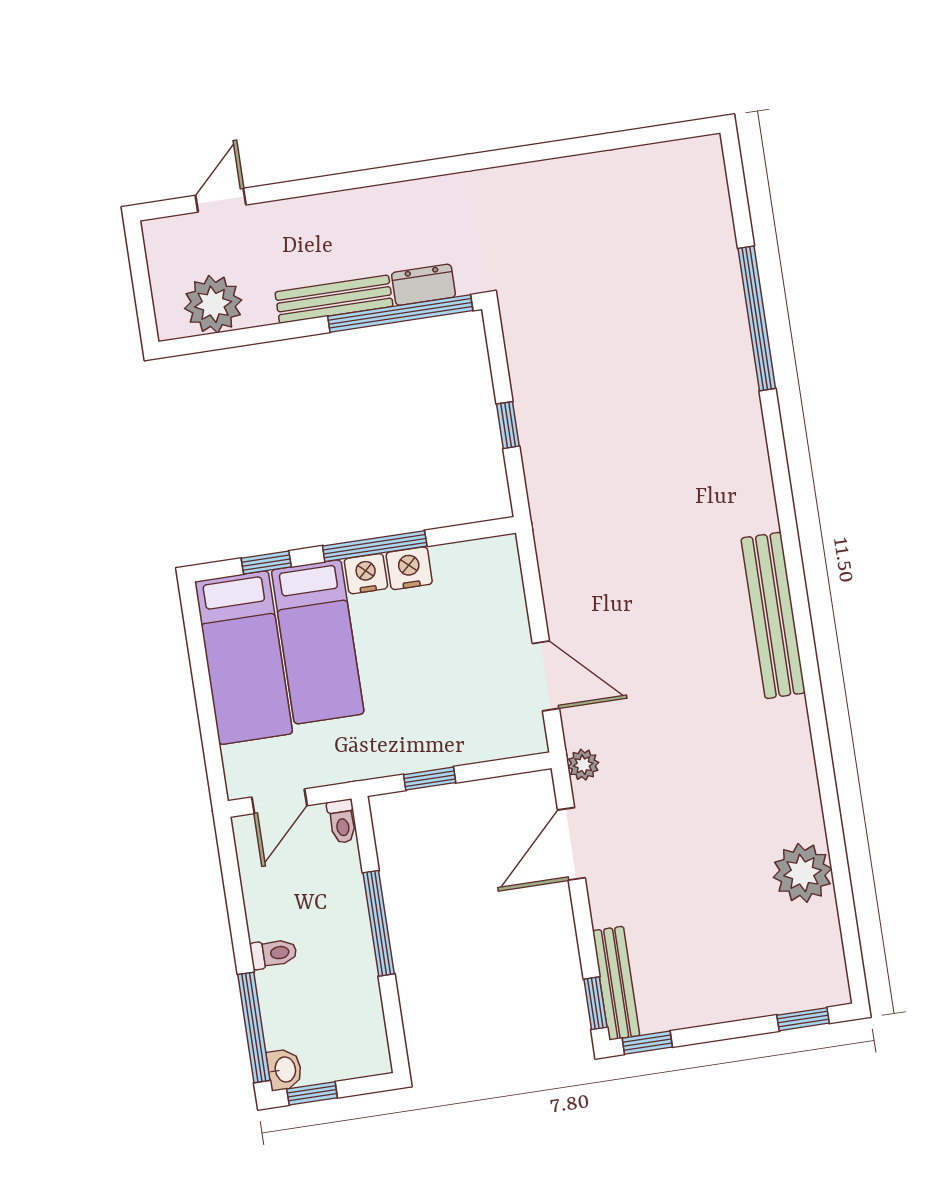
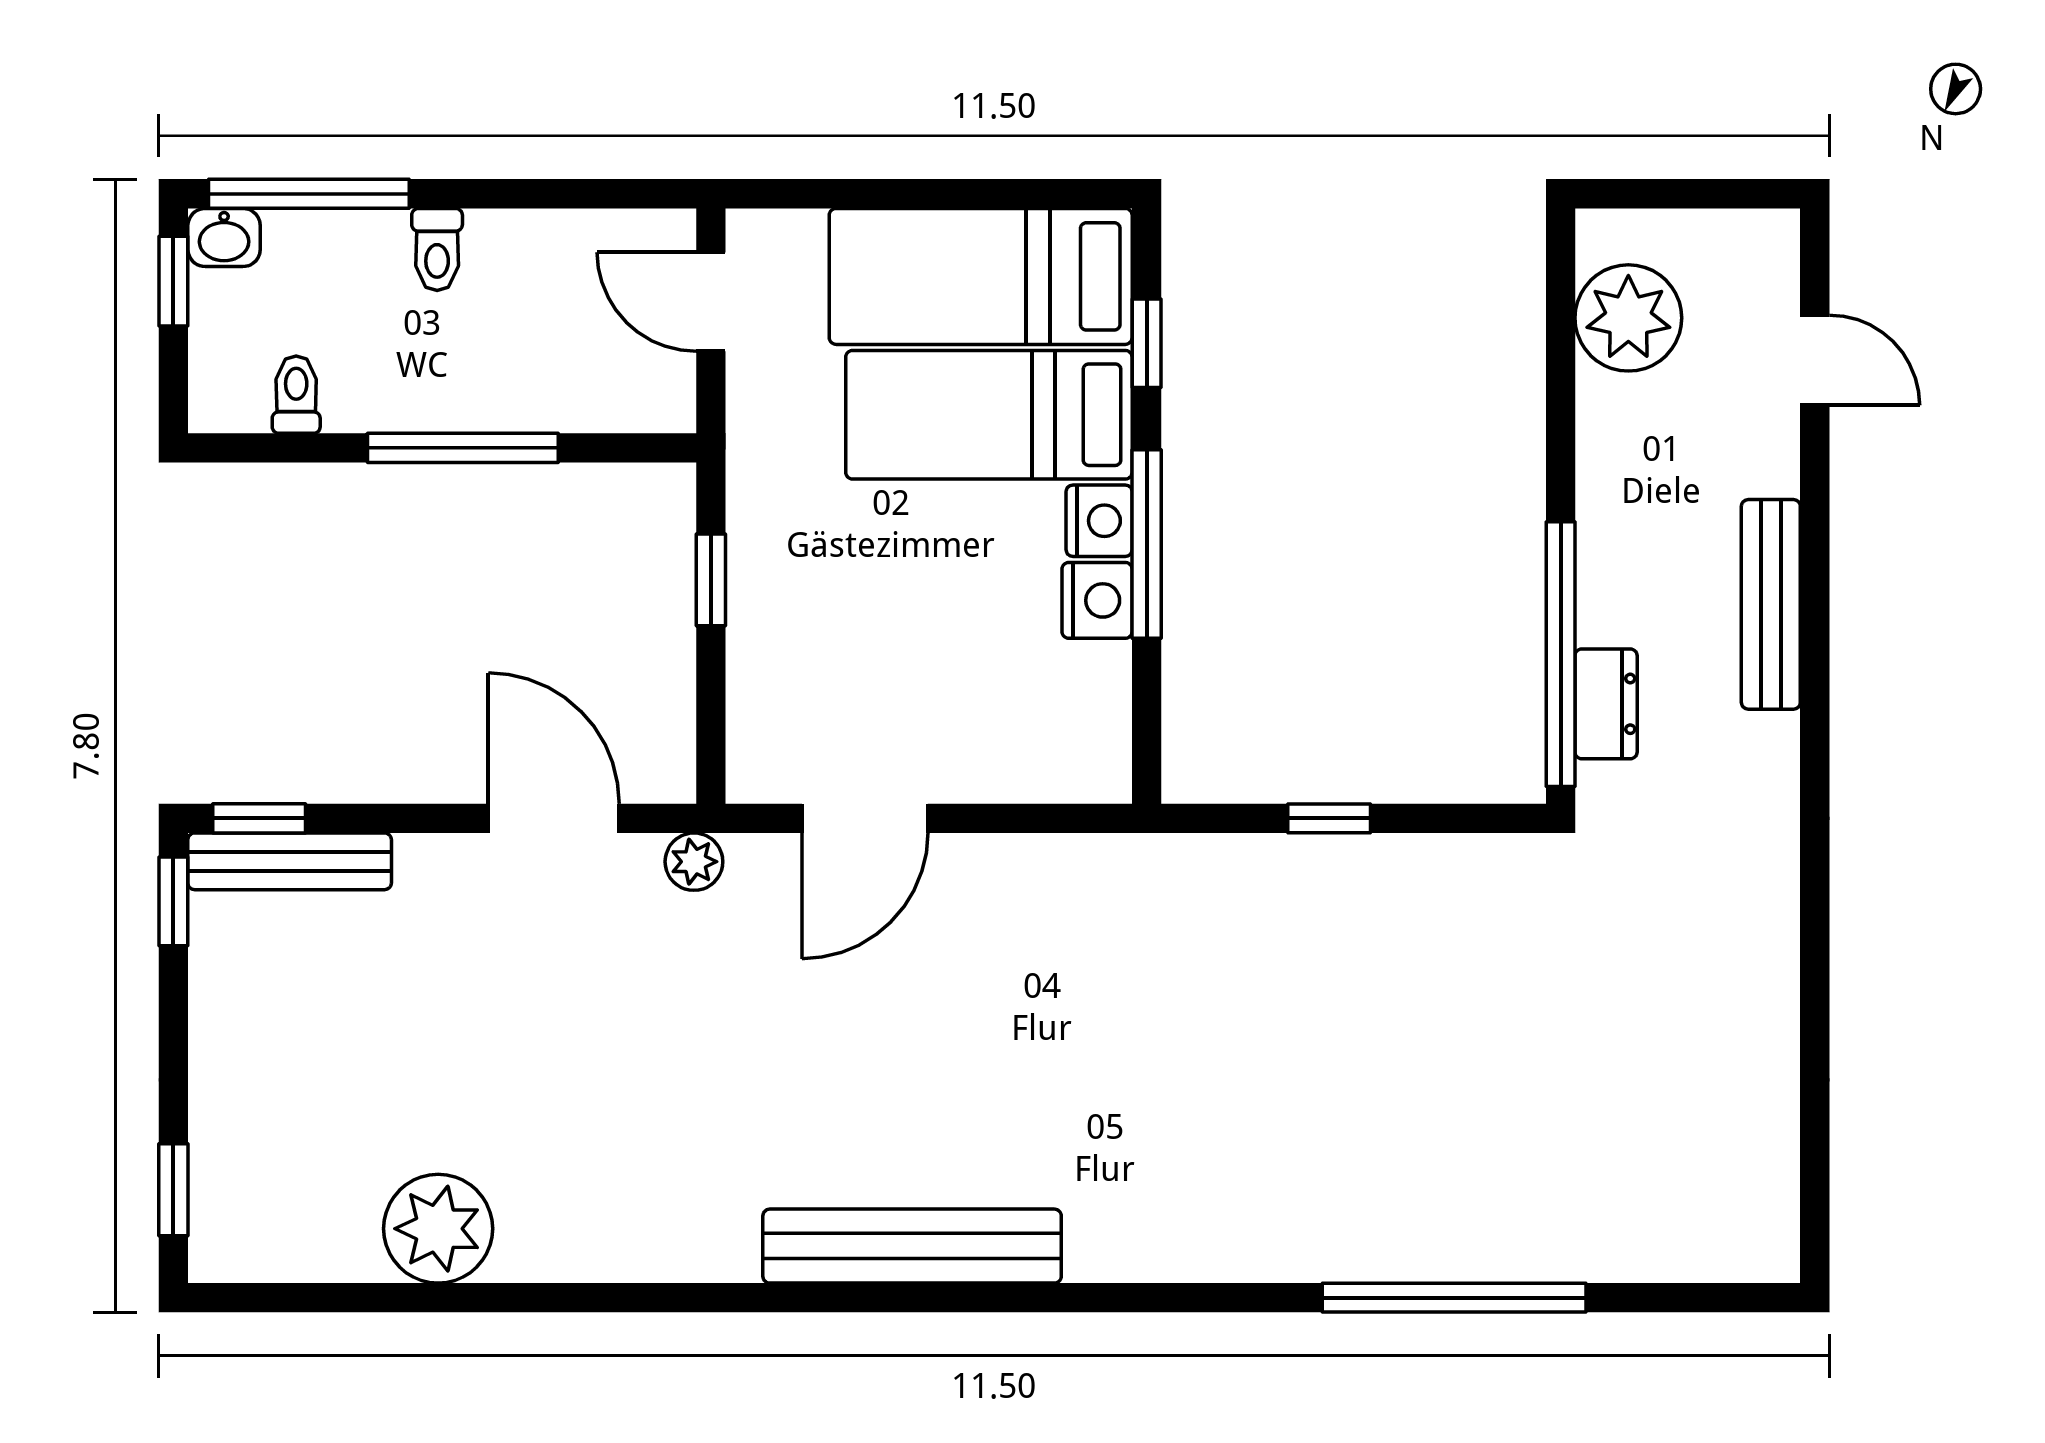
bench: (334, 299) -> (1771, 604), moved
toilet: (342, 821) -> (296, 395), moved, turned 90

